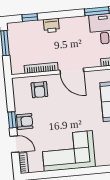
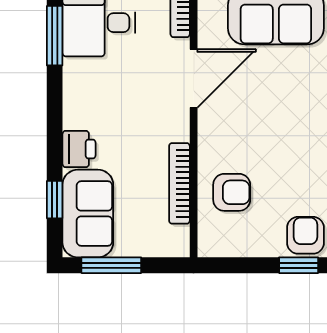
sofa: (25, 32) -> (88, 214), added
door: (72, 71) -> (194, 78), moved

